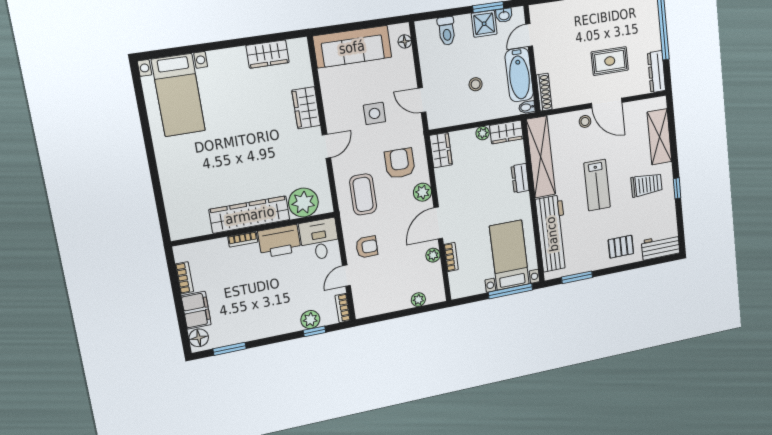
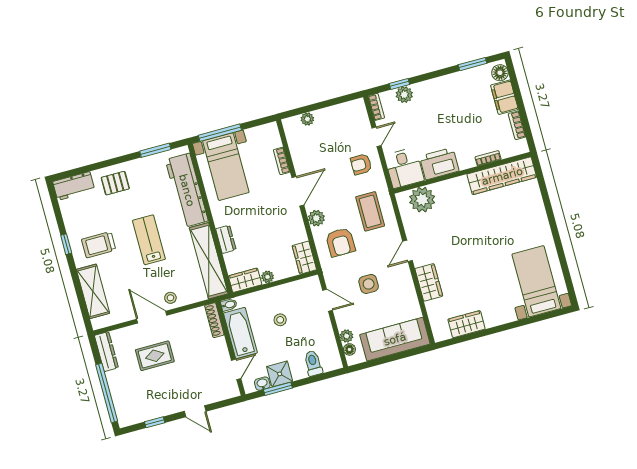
wardrobe: (250, 215) -> (502, 176), moved
bookcase: (243, 239) -> (488, 158), moved
plant: (433, 255) -> (347, 336), moved

